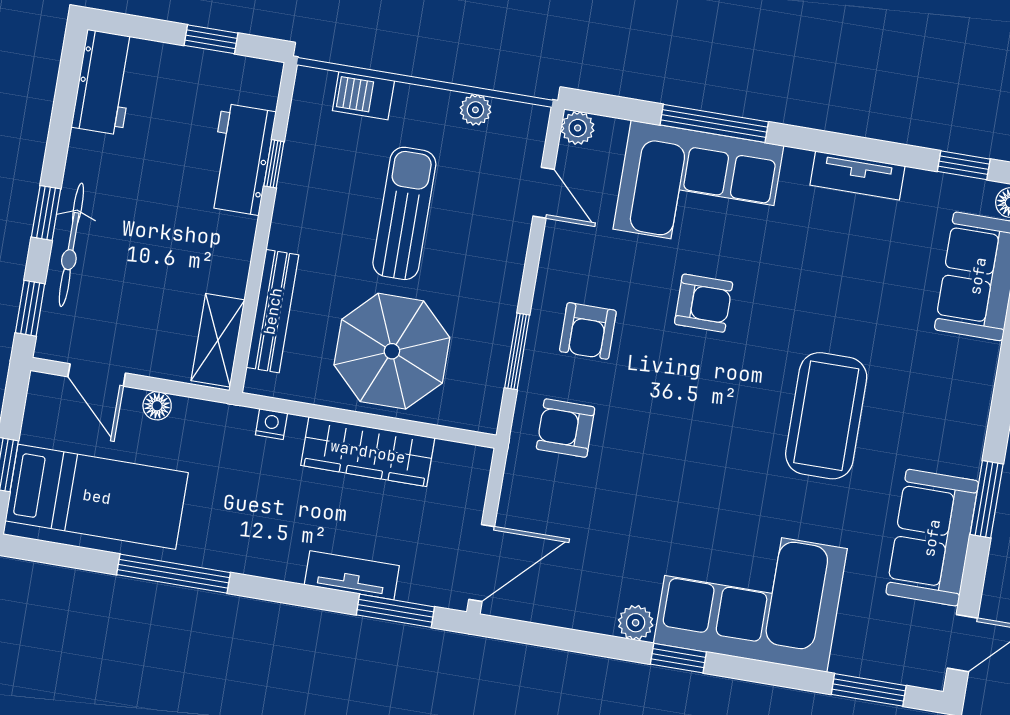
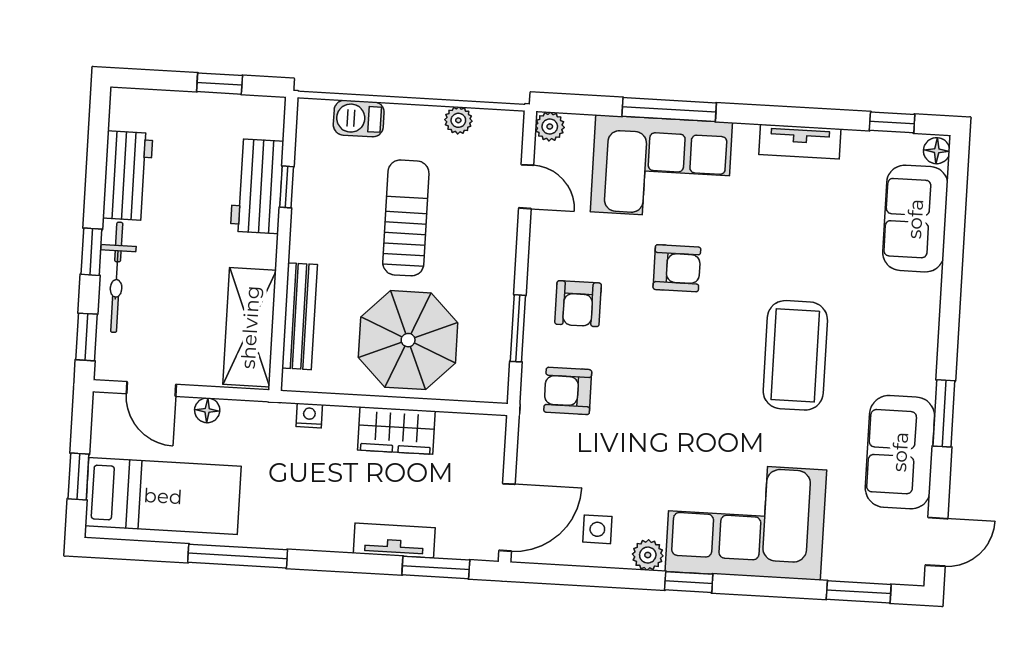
workbench: (104, 82) -> (128, 176), moved
shelving: (218, 340) -> (250, 327), width x1.50, depth x1.33
wardrobe: (368, 452) -> (396, 431), width x0.67
side table: (582, 588) -> (597, 529), added

